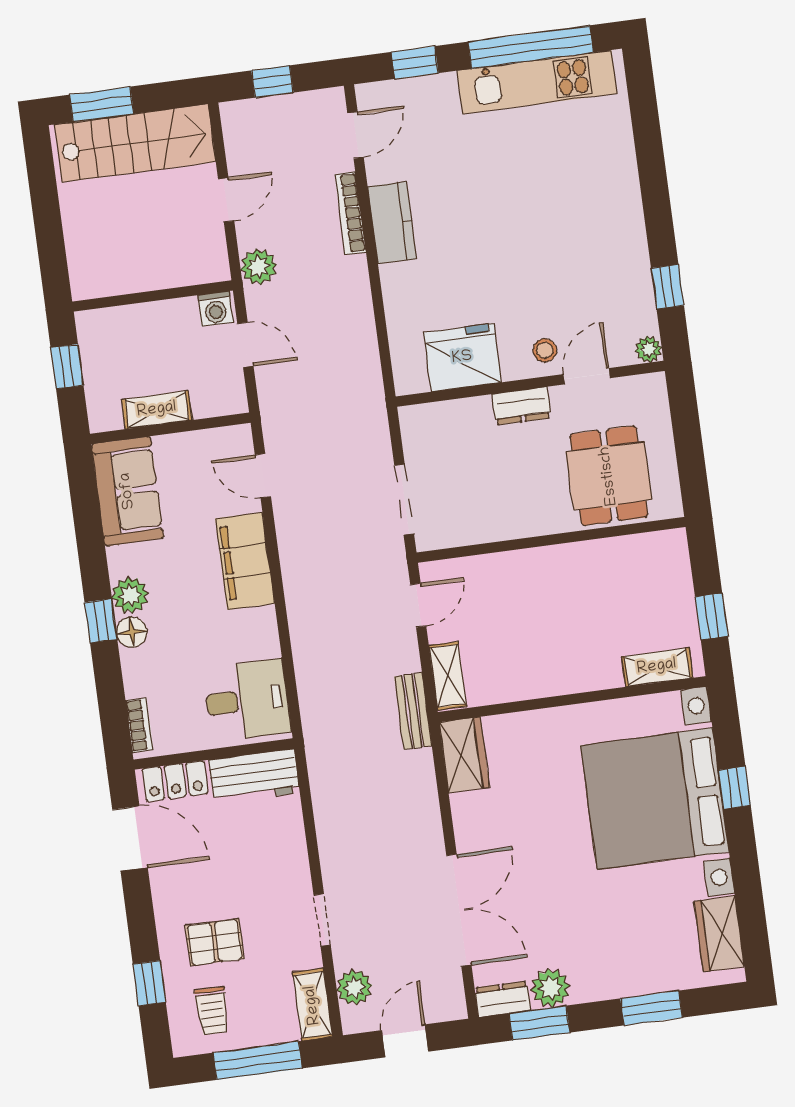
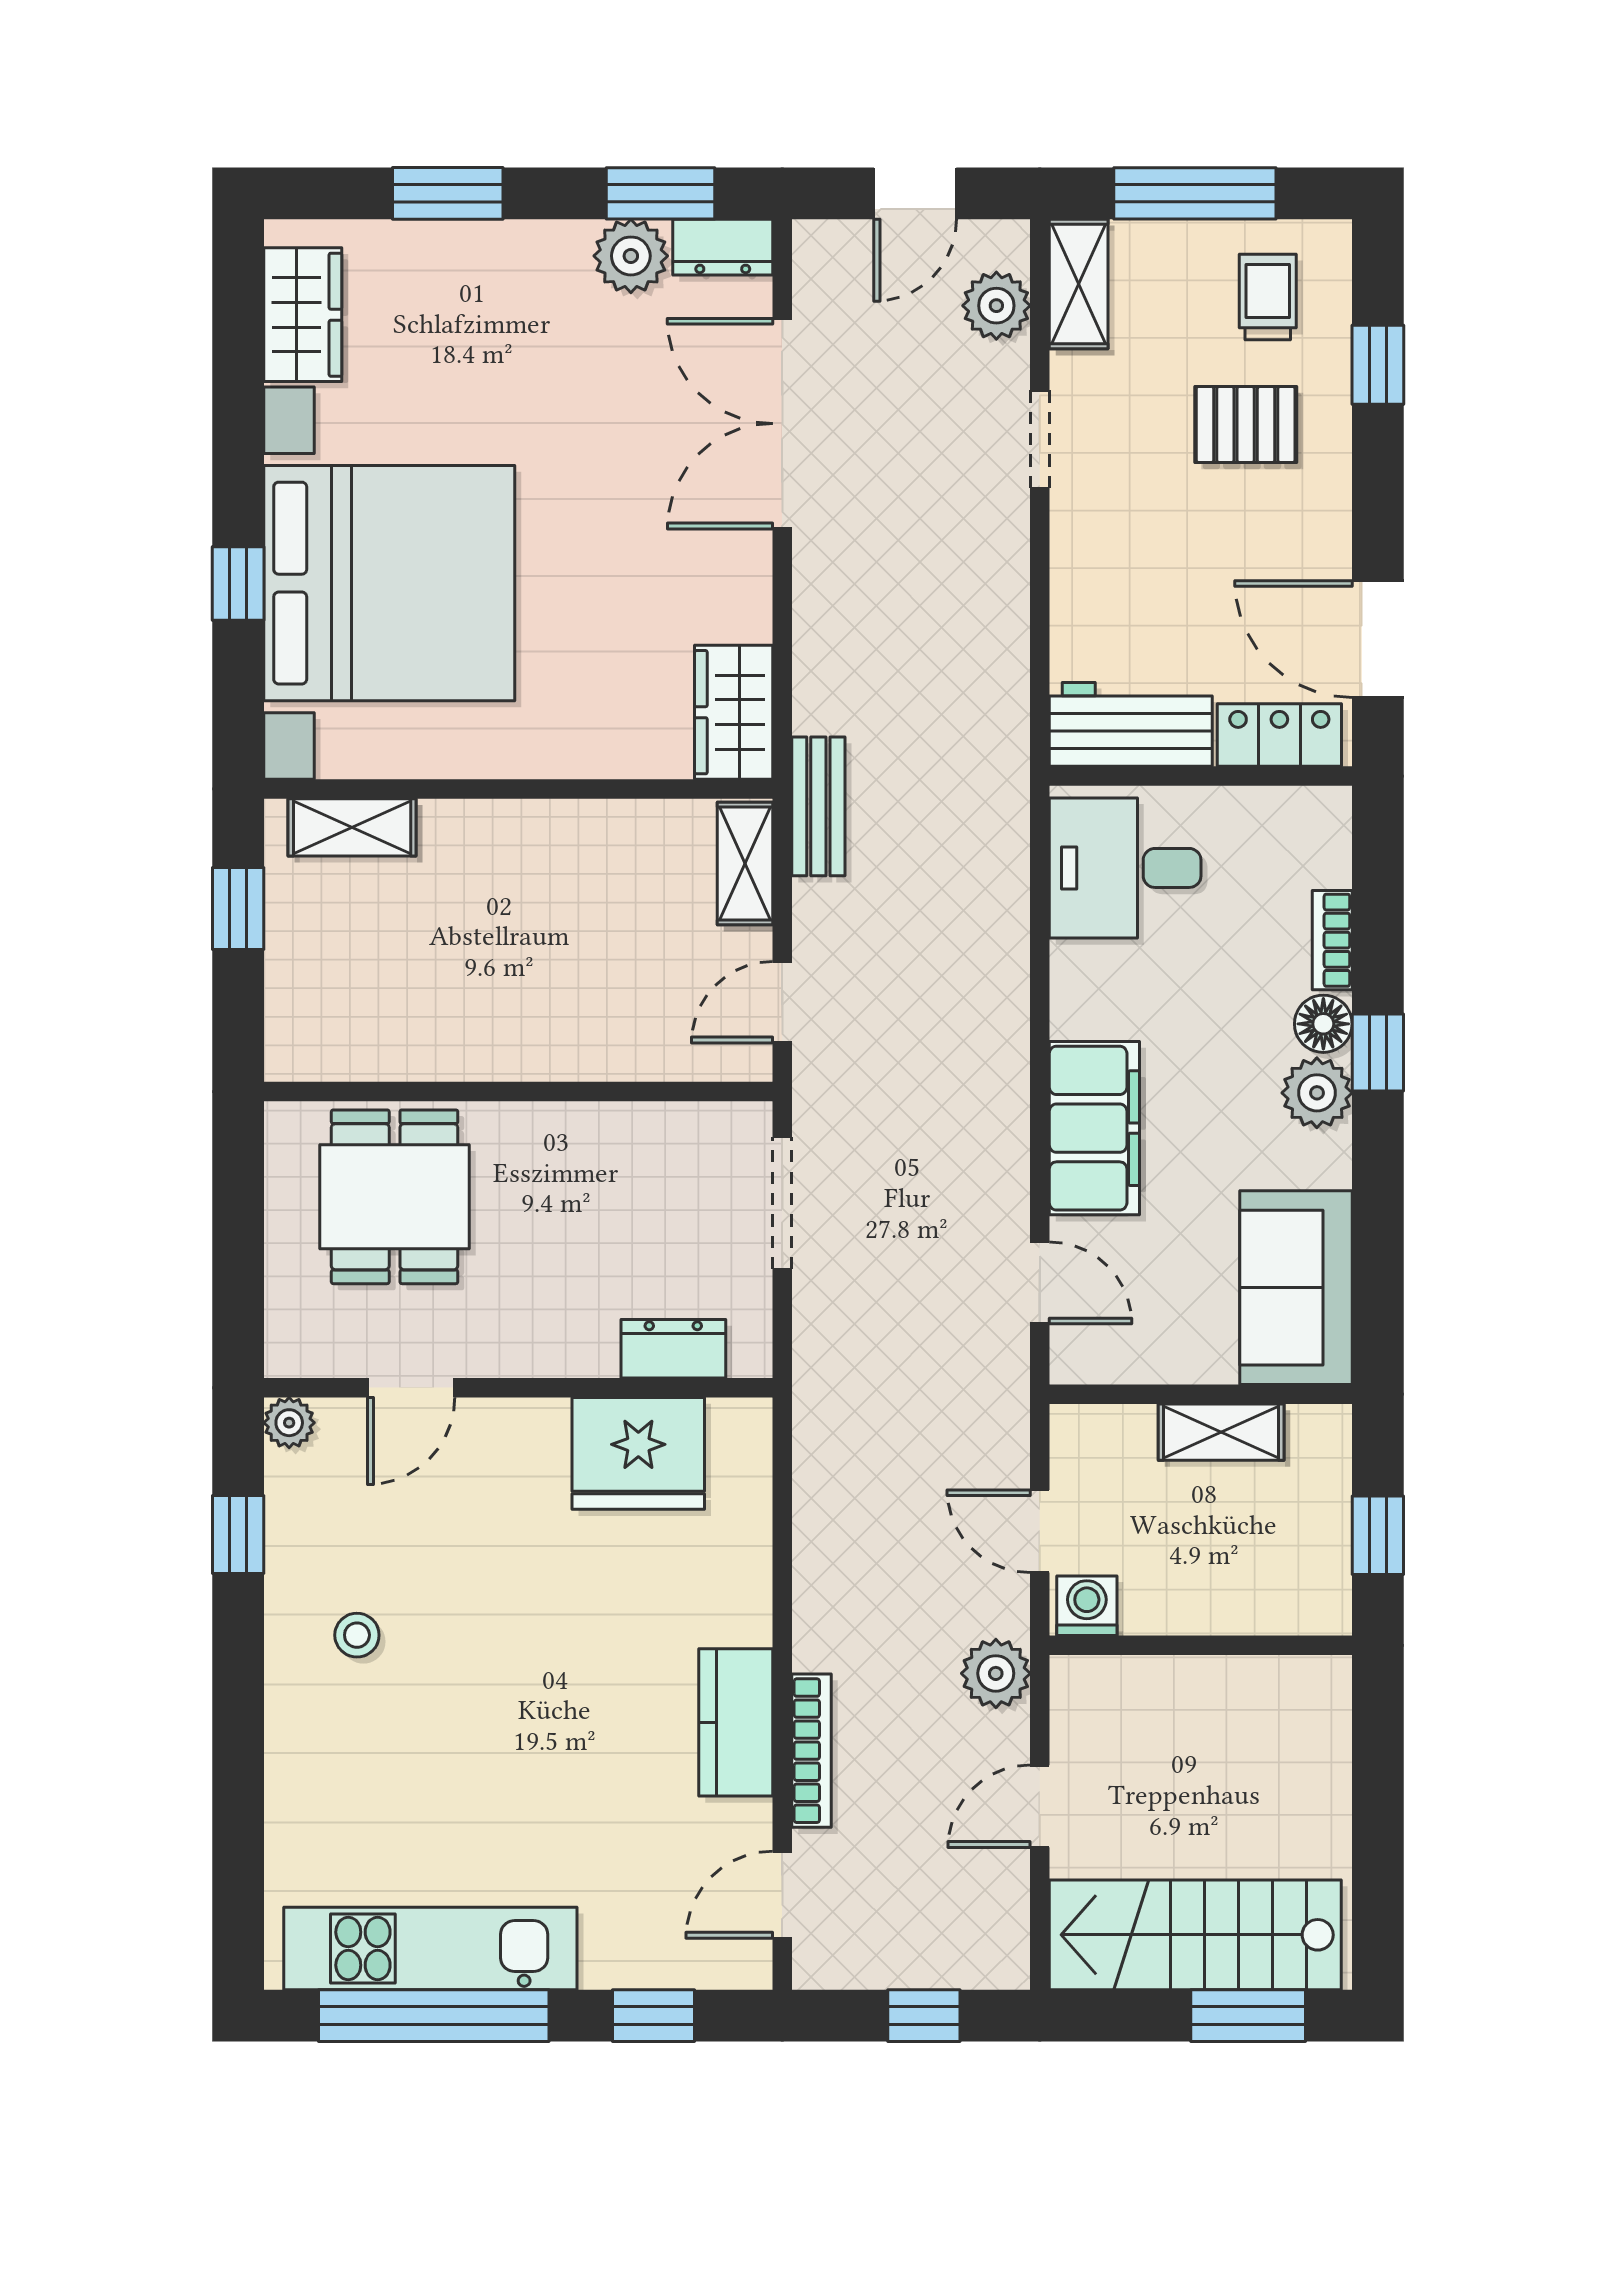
stool: (545, 350) -> (357, 1635), moved
dresser: (521, 406) -> (673, 1349), moved
bookcase: (139, 725) -> (1332, 940), moved

